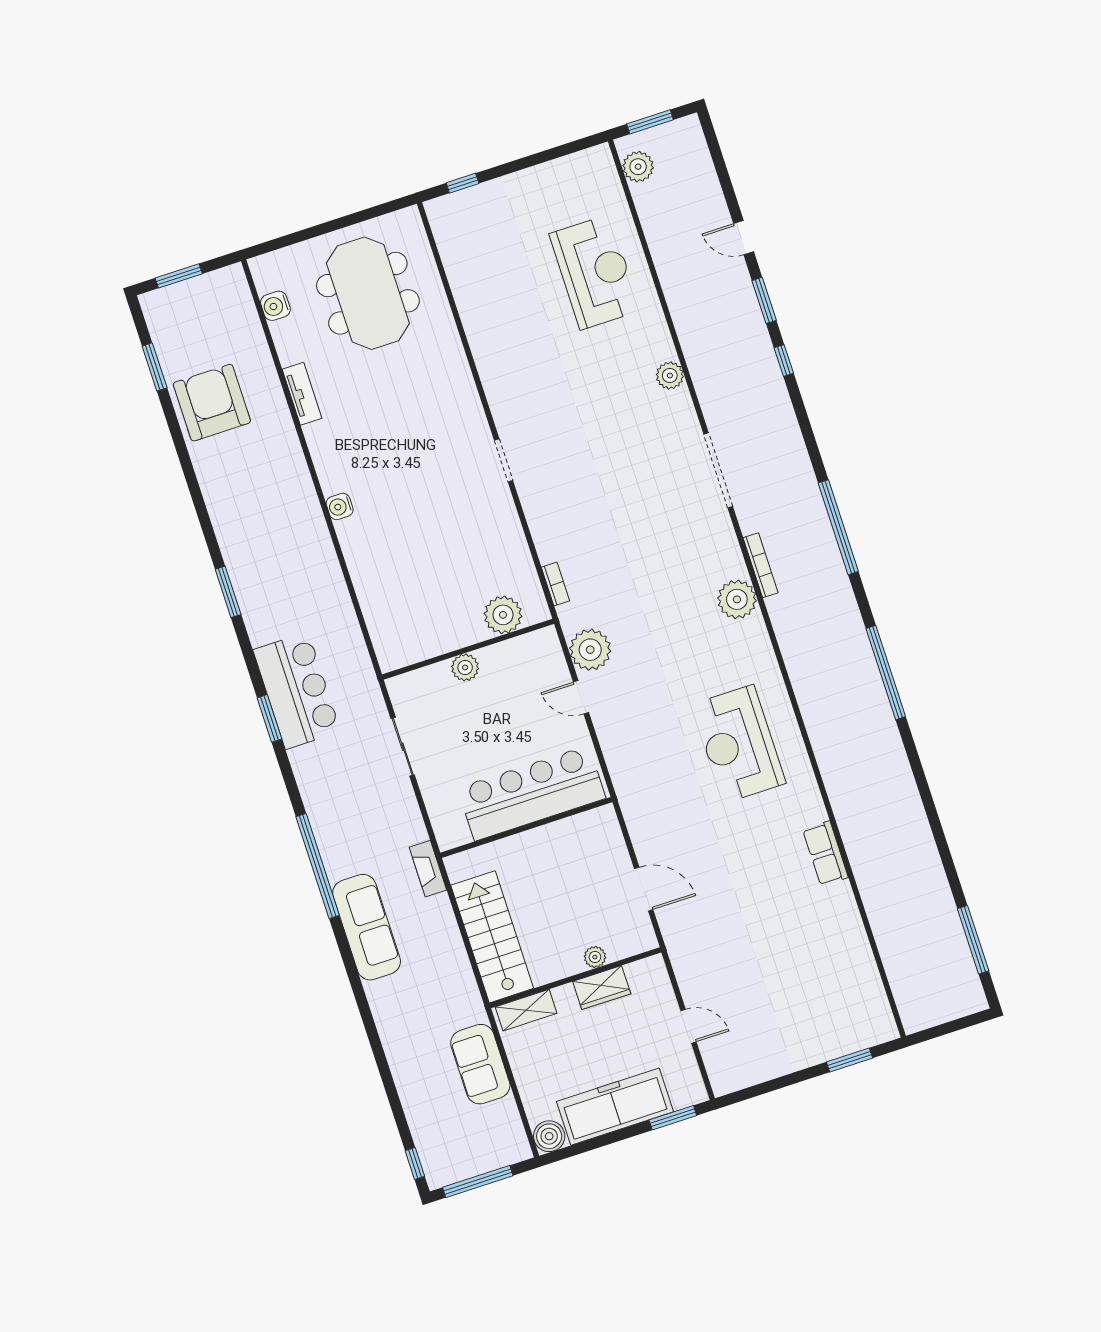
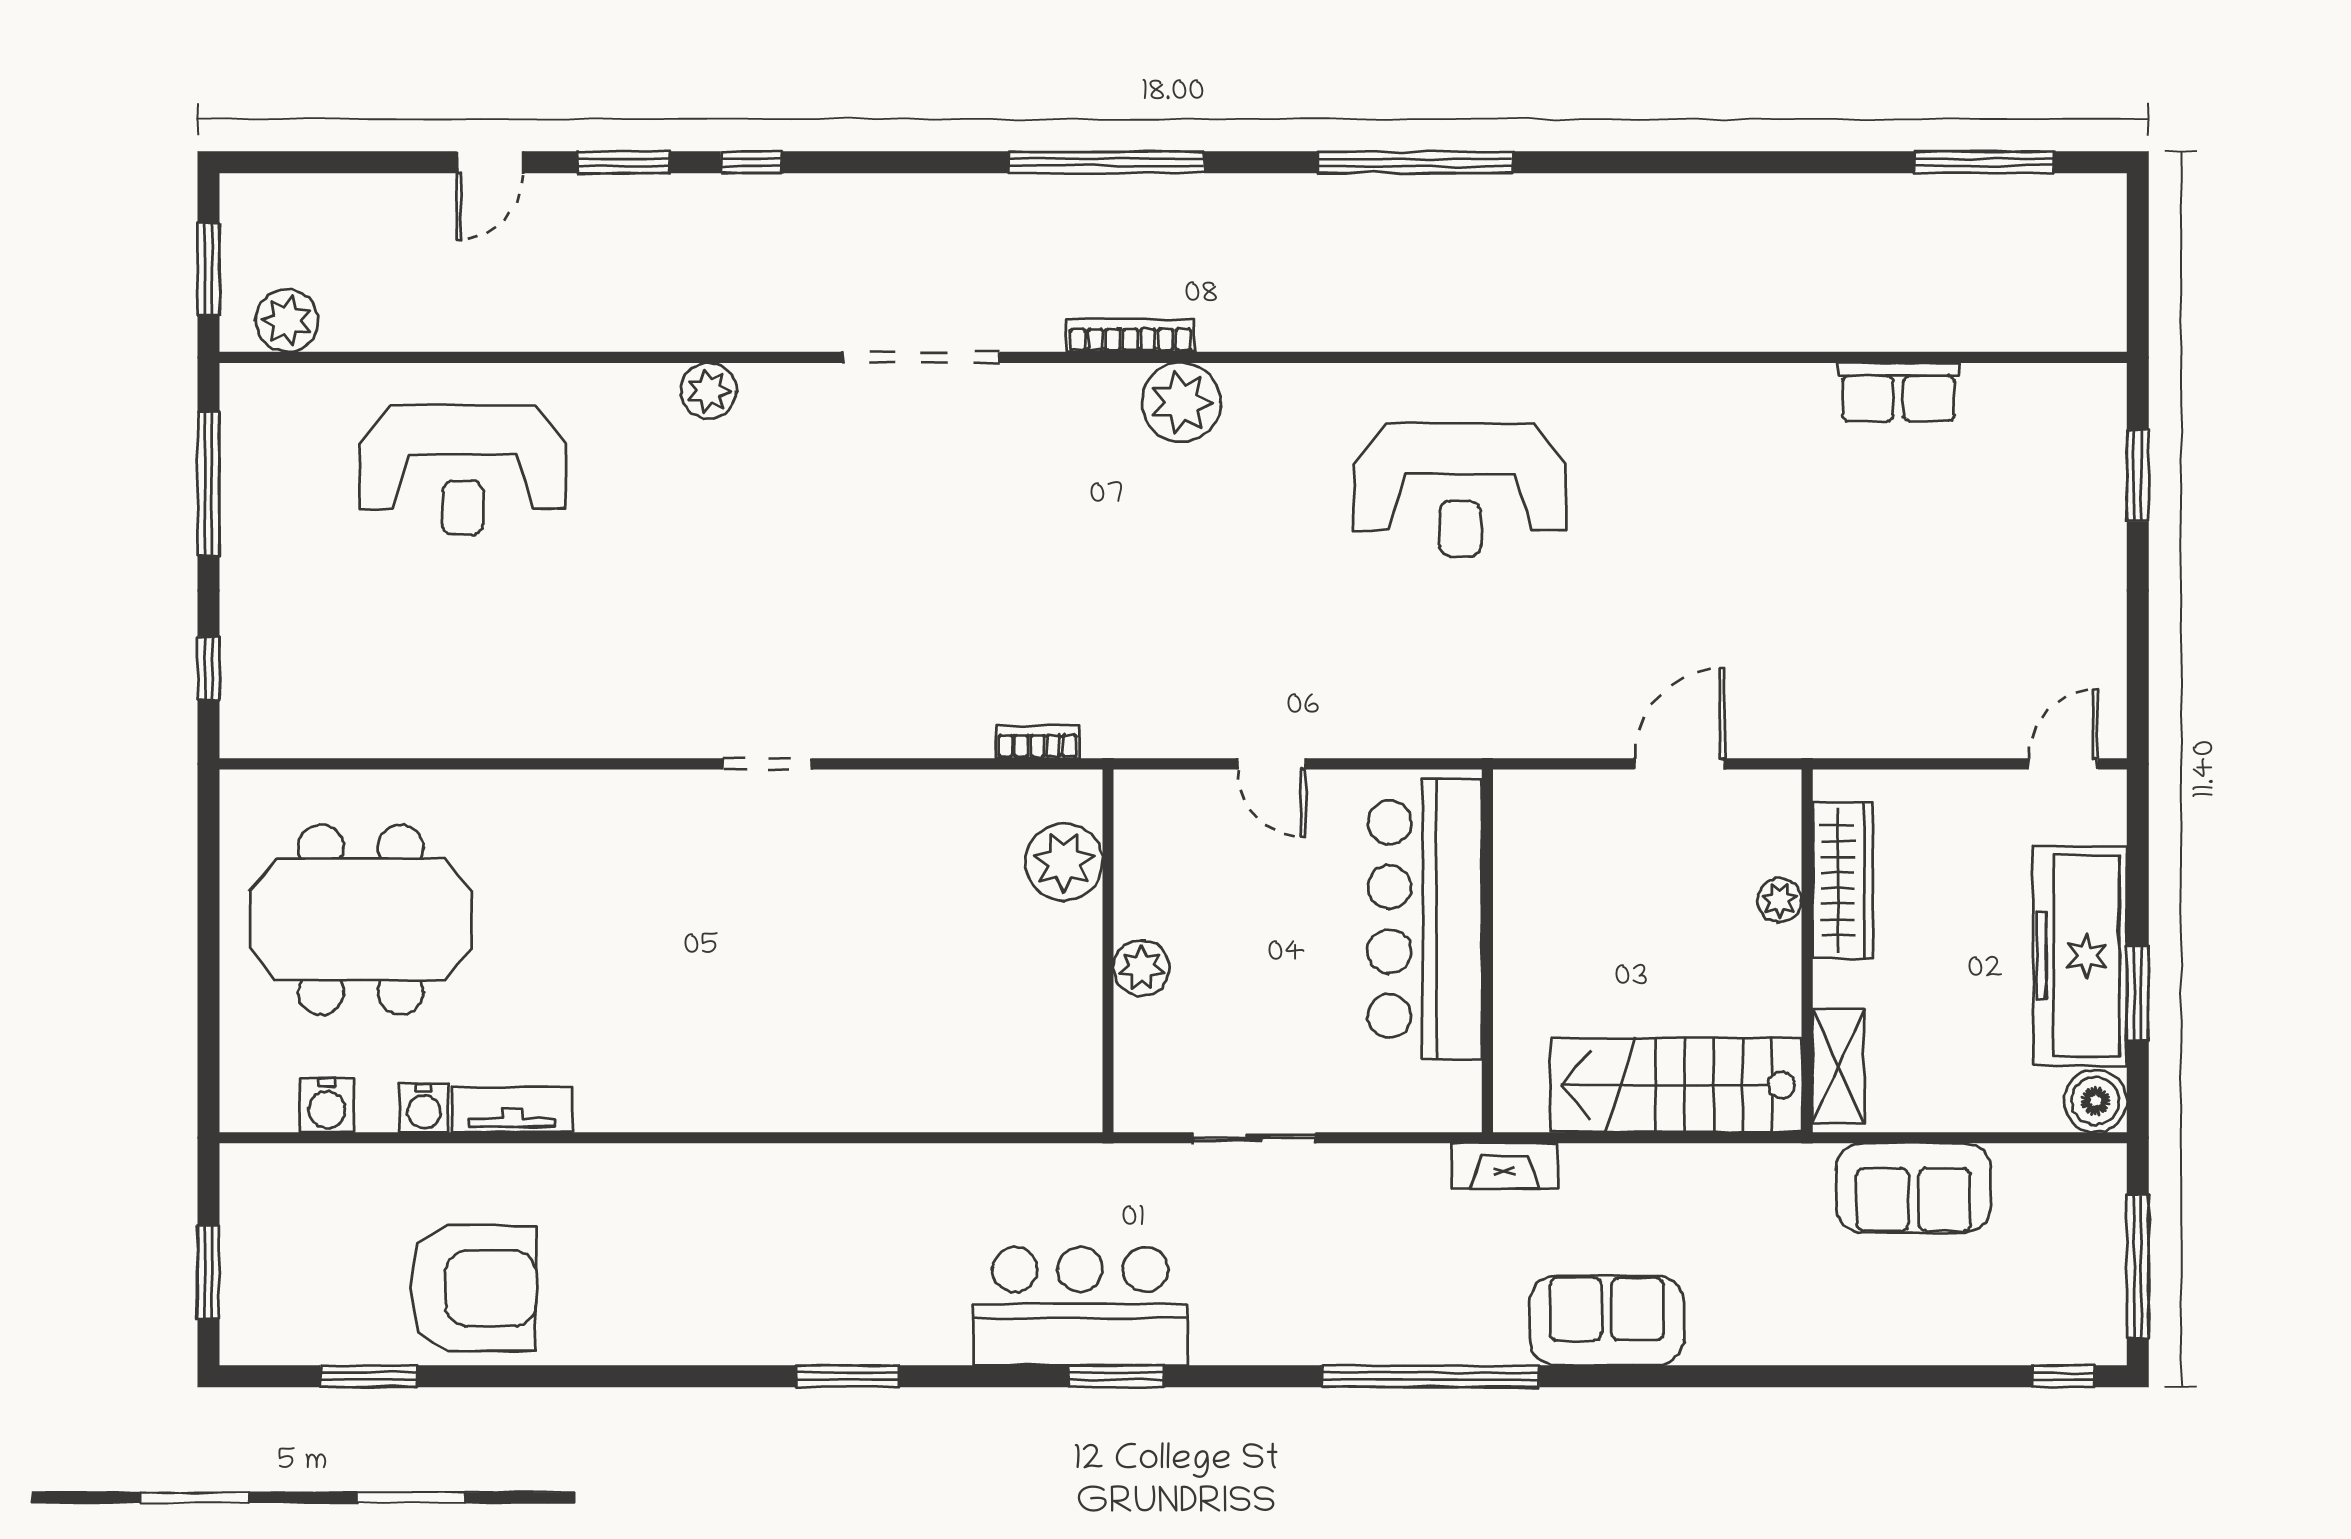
window: (549, 155) -> (208, 484), added
reception desk: (595, 272) -> (463, 470), turned 180
armchair: (212, 403) -> (473, 1288), turned 180
water cooler: (340, 506) -> (424, 1108), moved
plant: (590, 650) -> (1186, 716), removed
door: (581, 697) -> (1272, 764), hinge flipped
row of seats: (825, 853) -> (1898, 392), moved
sofa: (367, 927) -> (1607, 1321), width x0.73
wardrobe: (602, 988) -> (1843, 880), width x1.50
door: (689, 1026) -> (2063, 764), moved
window: (673, 1118) -> (2138, 993), moved

